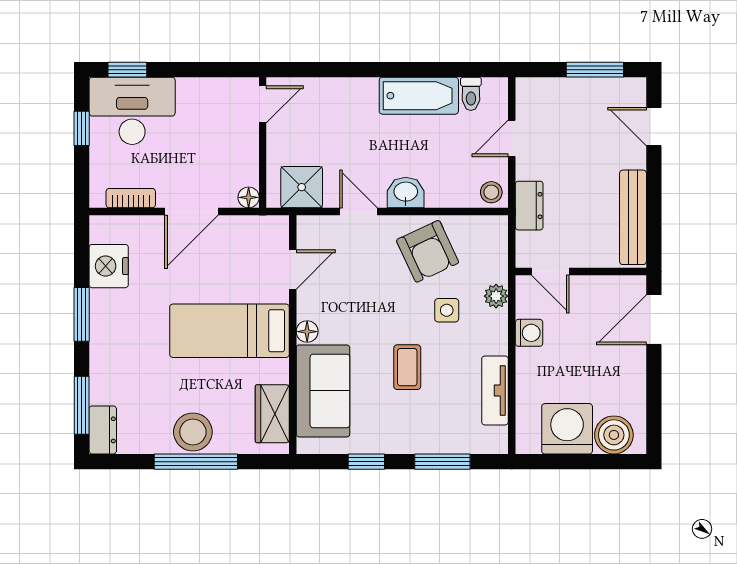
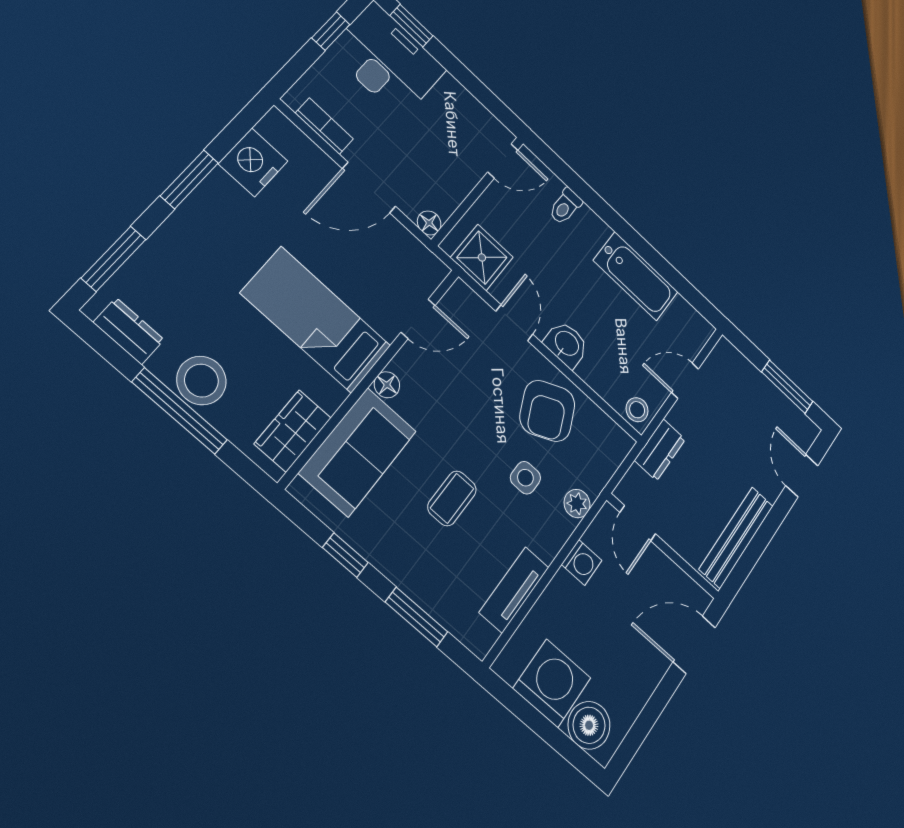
toilet: (471, 94) -> (565, 206), moved
dresser: (103, 430) -> (129, 331), moved, turned -90

